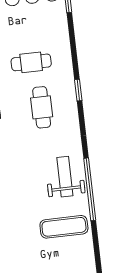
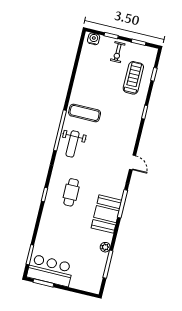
cafe table: (31, 62) -> (67, 223), removed

